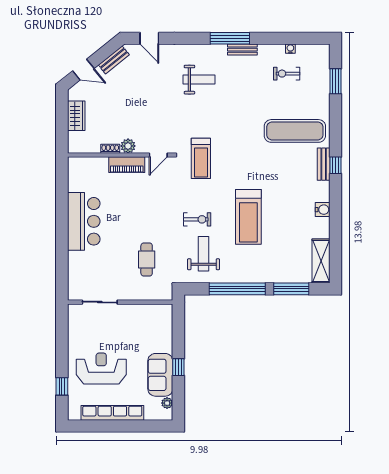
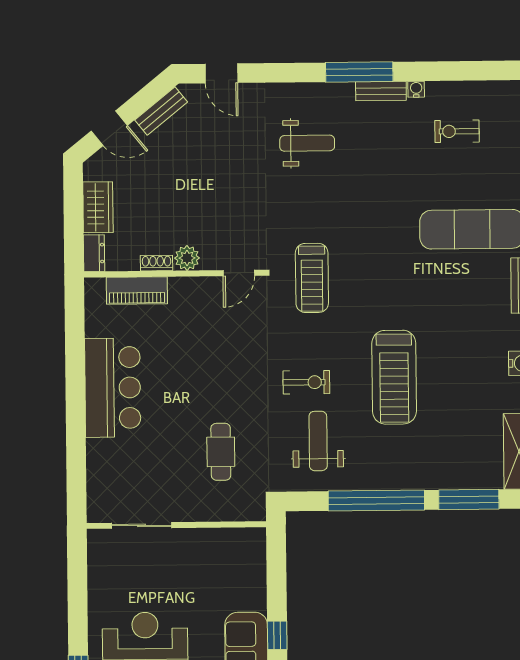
water cooler: (290, 49) -> (416, 89), moved
dresser: (74, 143) -> (94, 253), added
piano: (127, 165) -> (137, 291), moved

